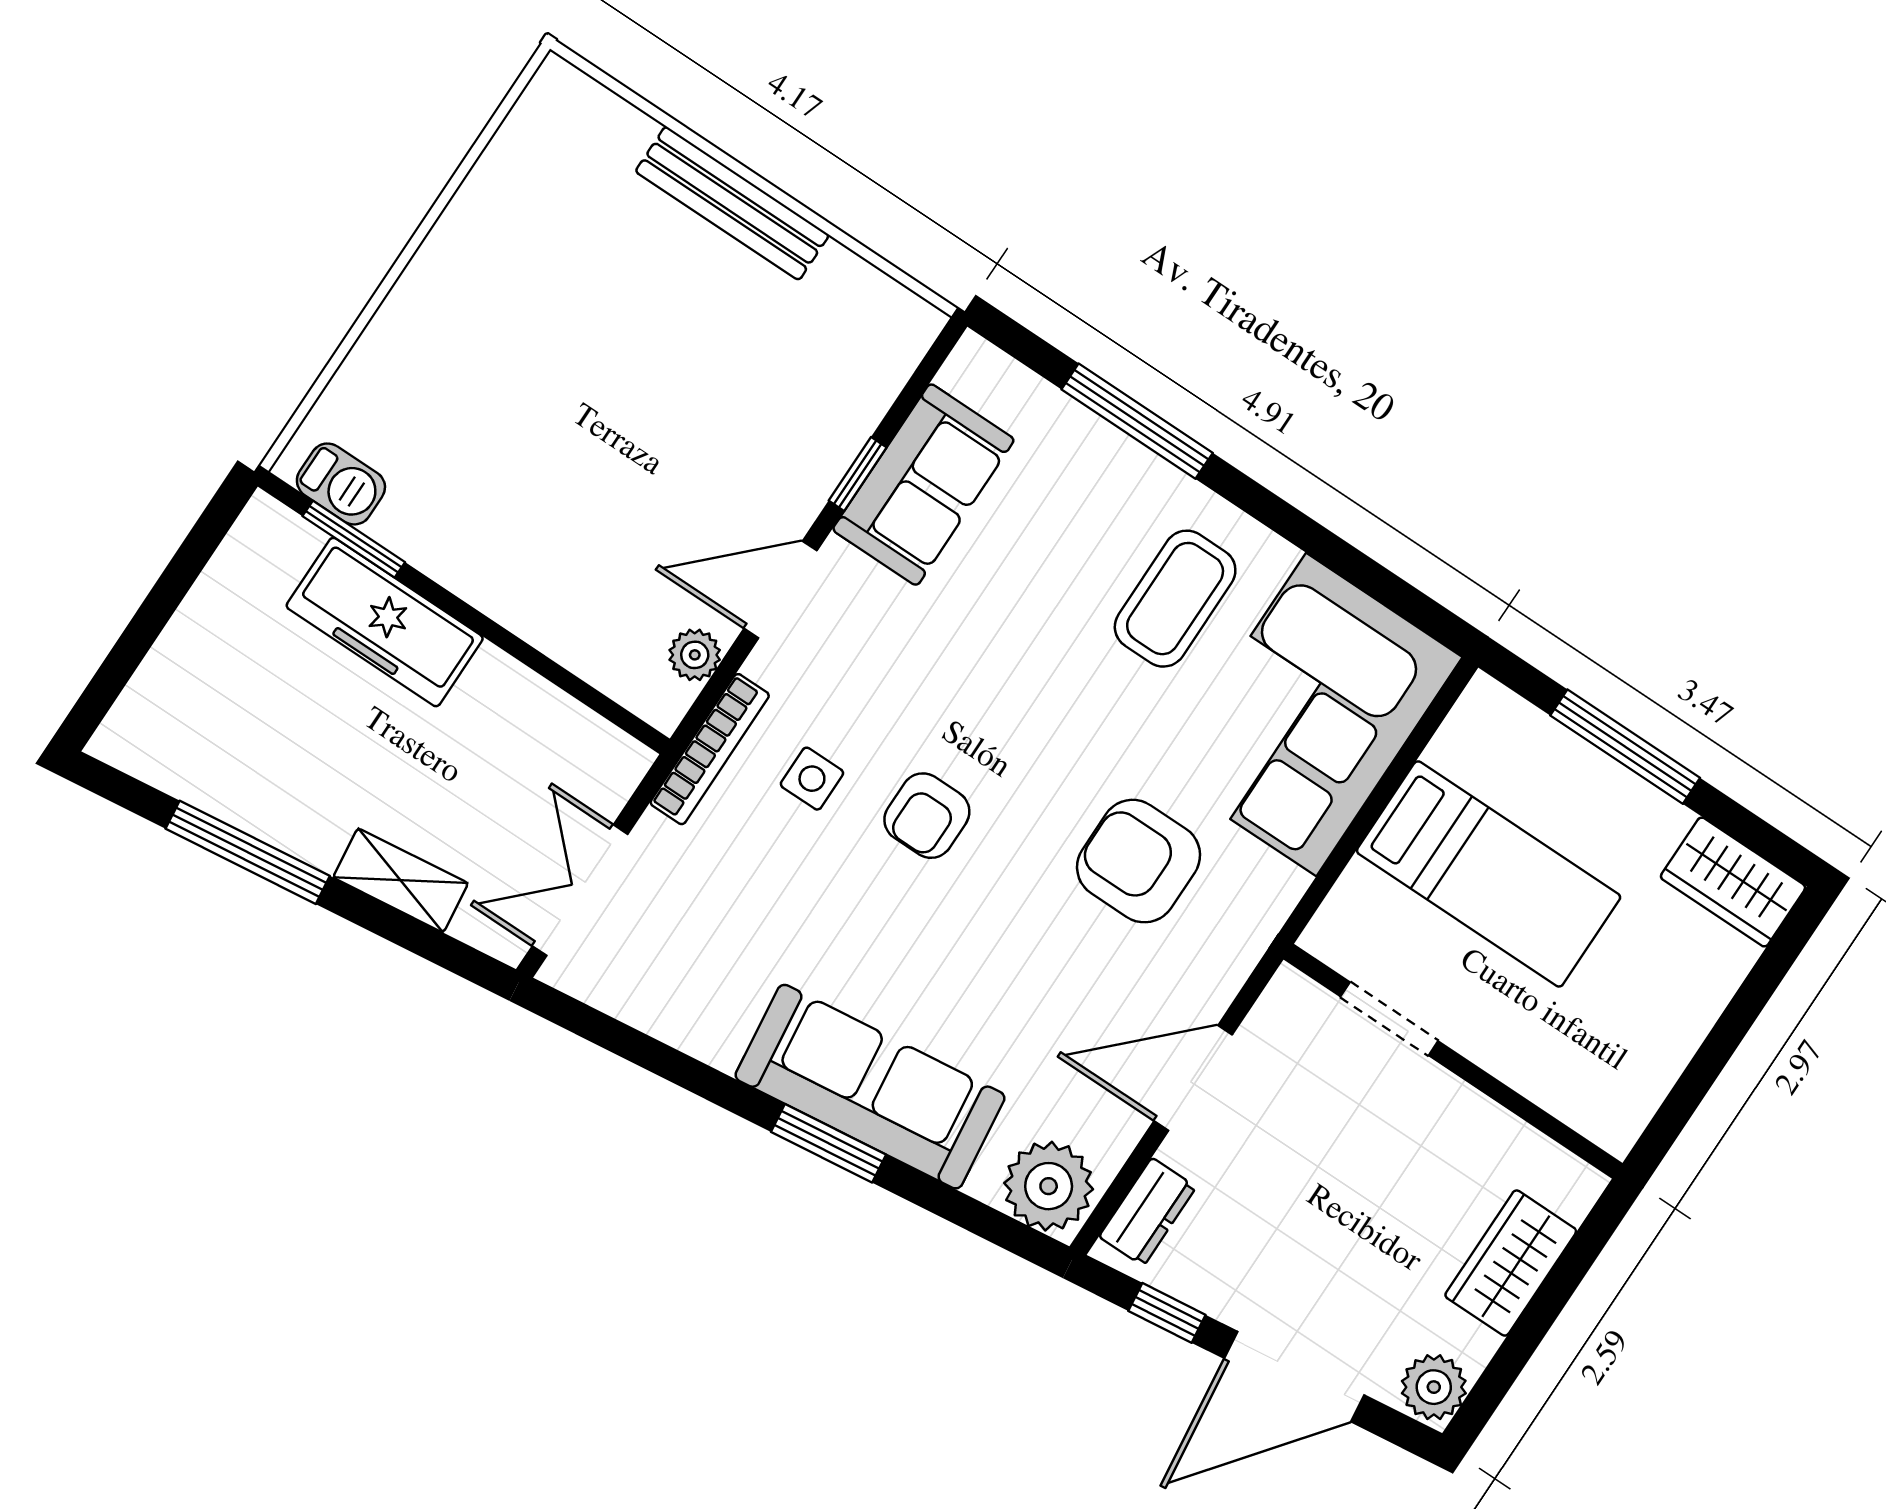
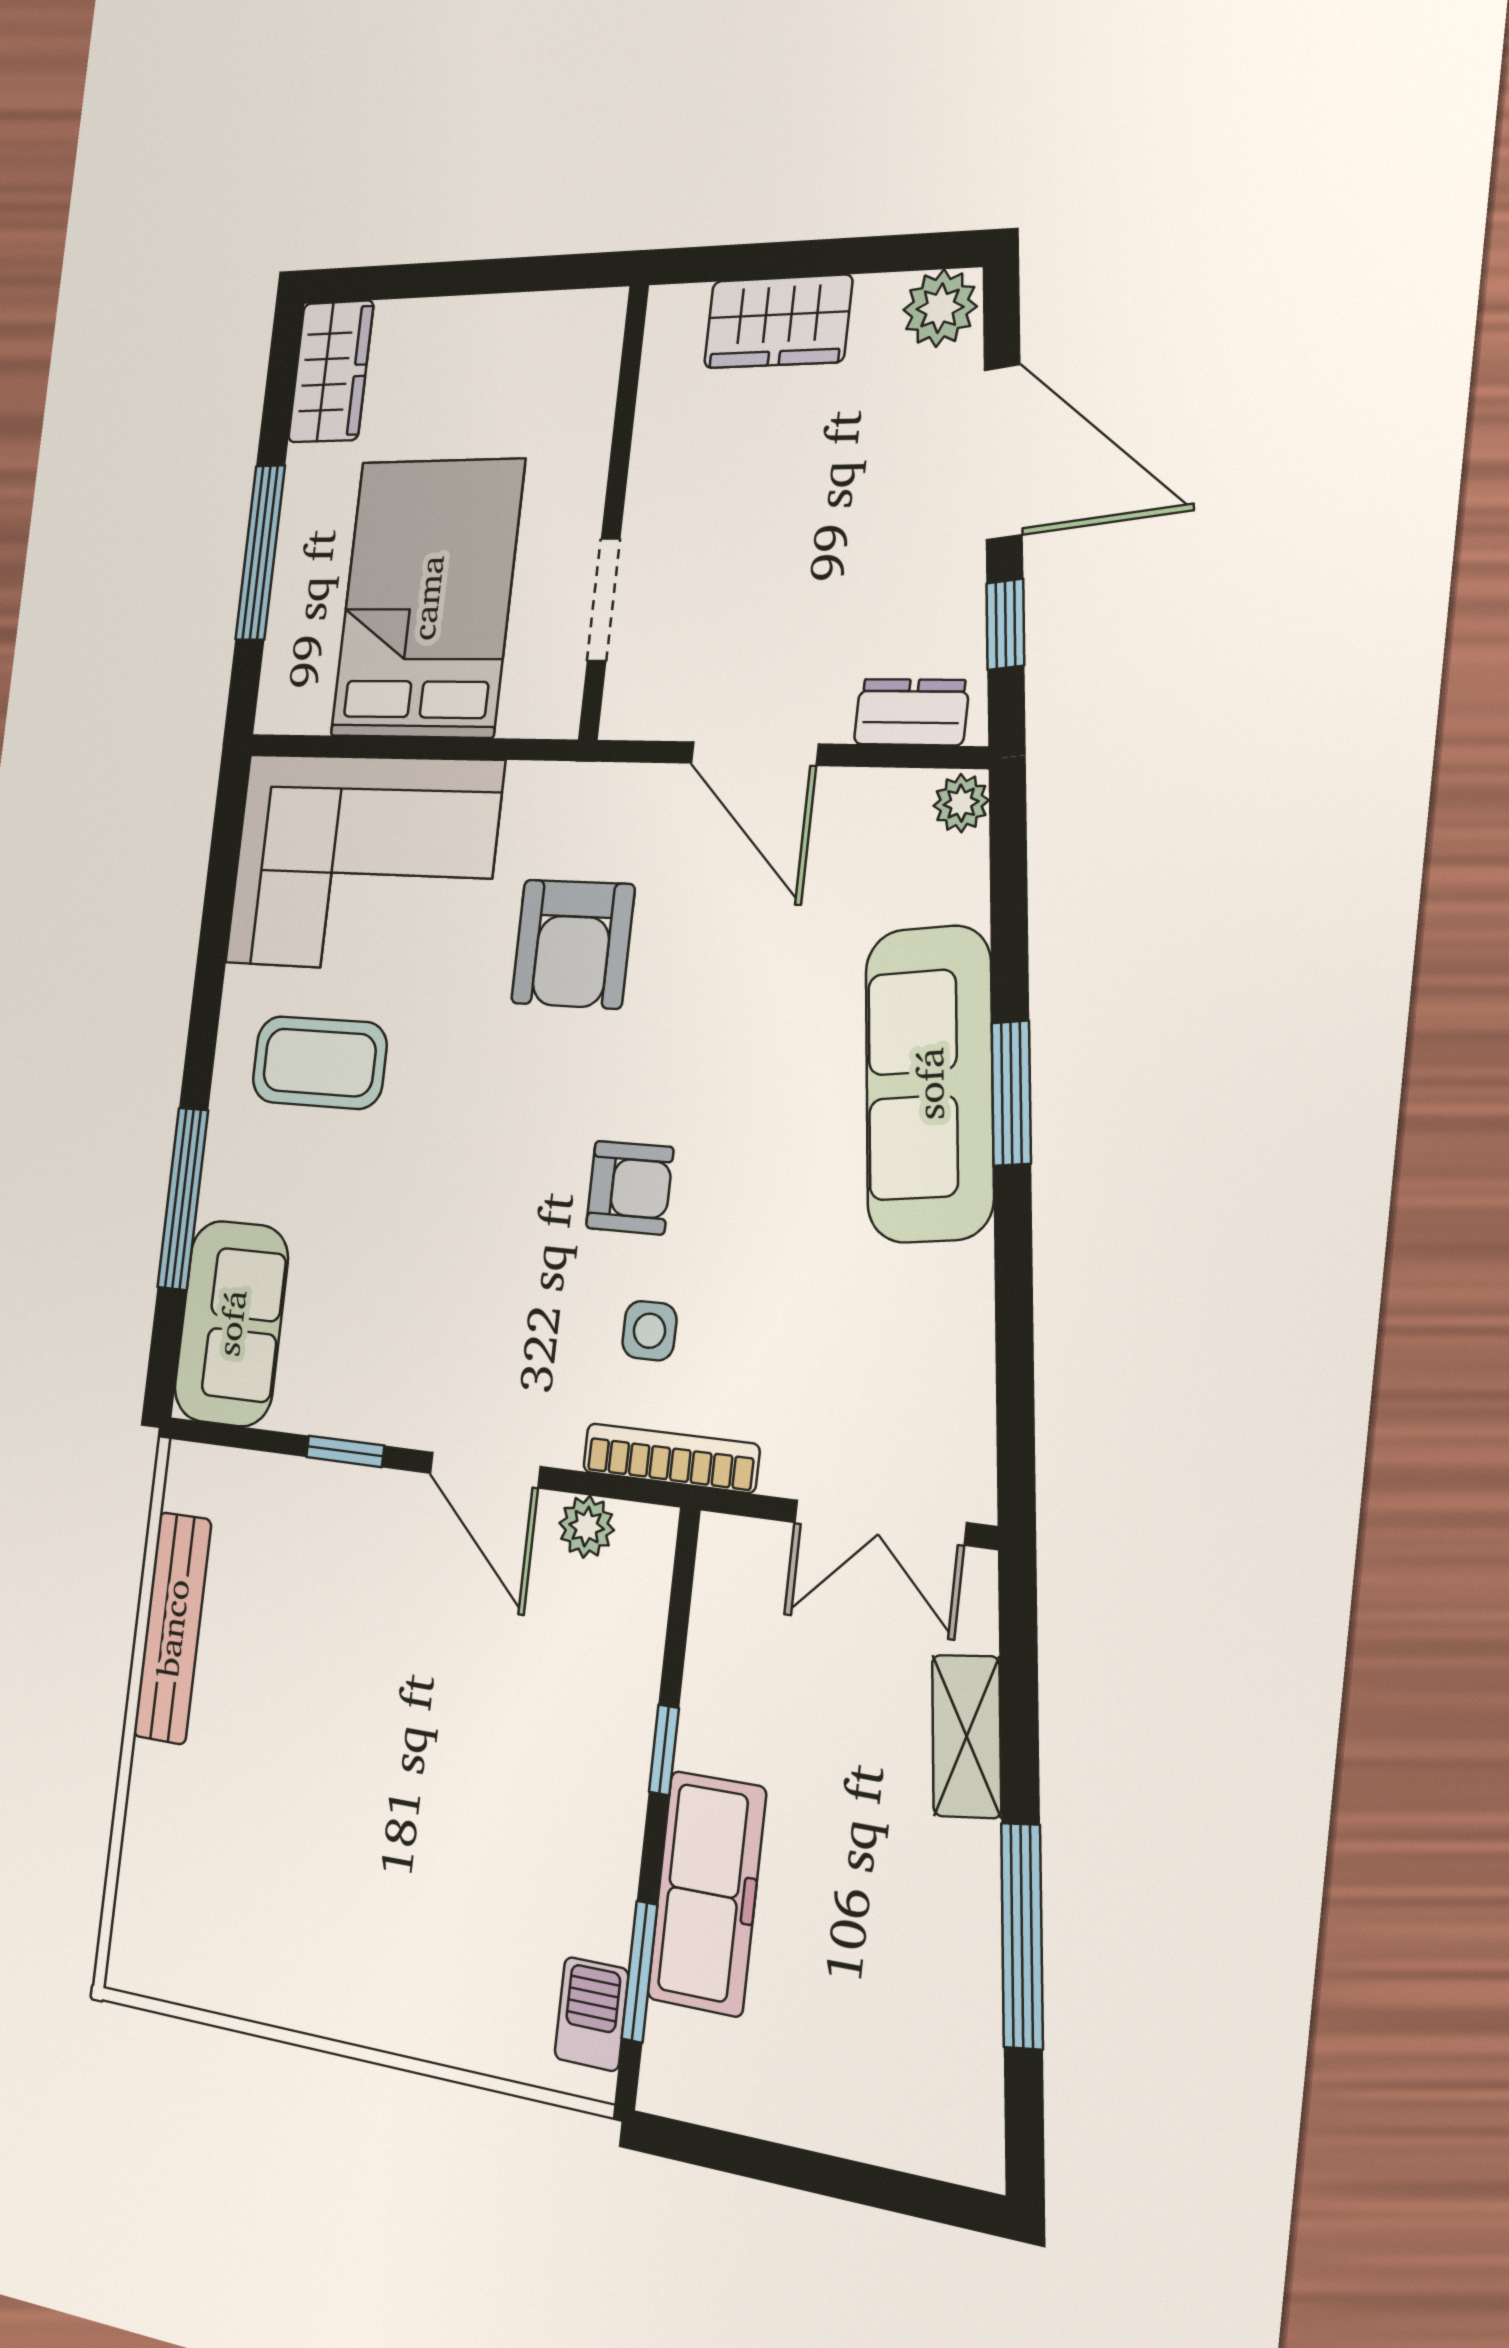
bench: (732, 203) -> (172, 1628), moved
sofa: (923, 485) -> (231, 1323), moved, turned 90
window: (502, 638) -> (664, 1750), added
bed: (1489, 874) -> (427, 598), width x1.50
plant: (1049, 1186) -> (961, 803), width x0.53, depth x0.53

